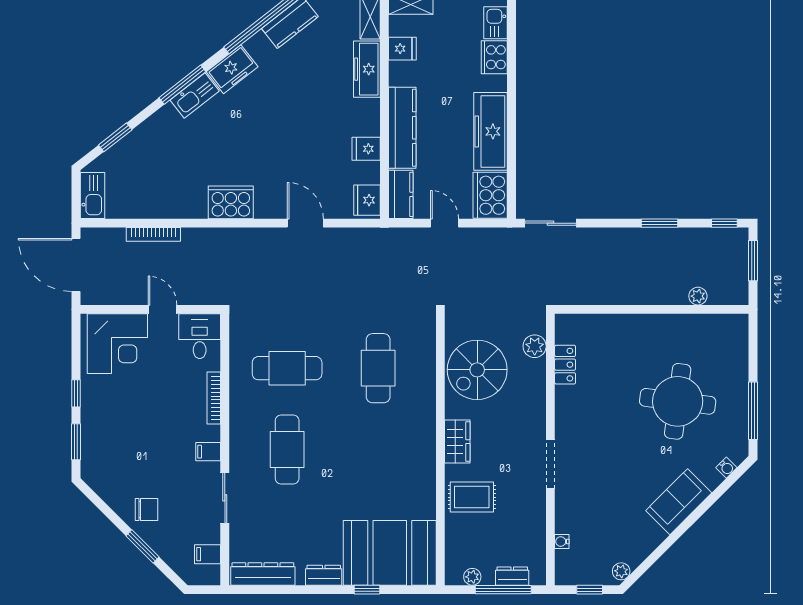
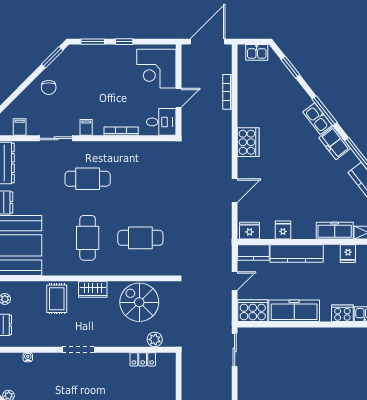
kitchen sink: (93, 195) -> (257, 52), width x0.73
cafe table: (287, 368) -> (88, 238), moved
window: (143, 546) -> (52, 57), moved

